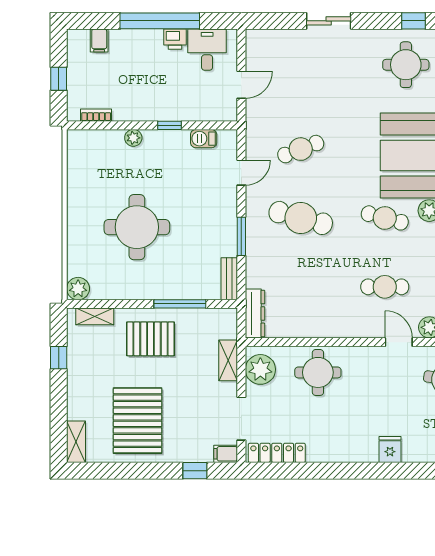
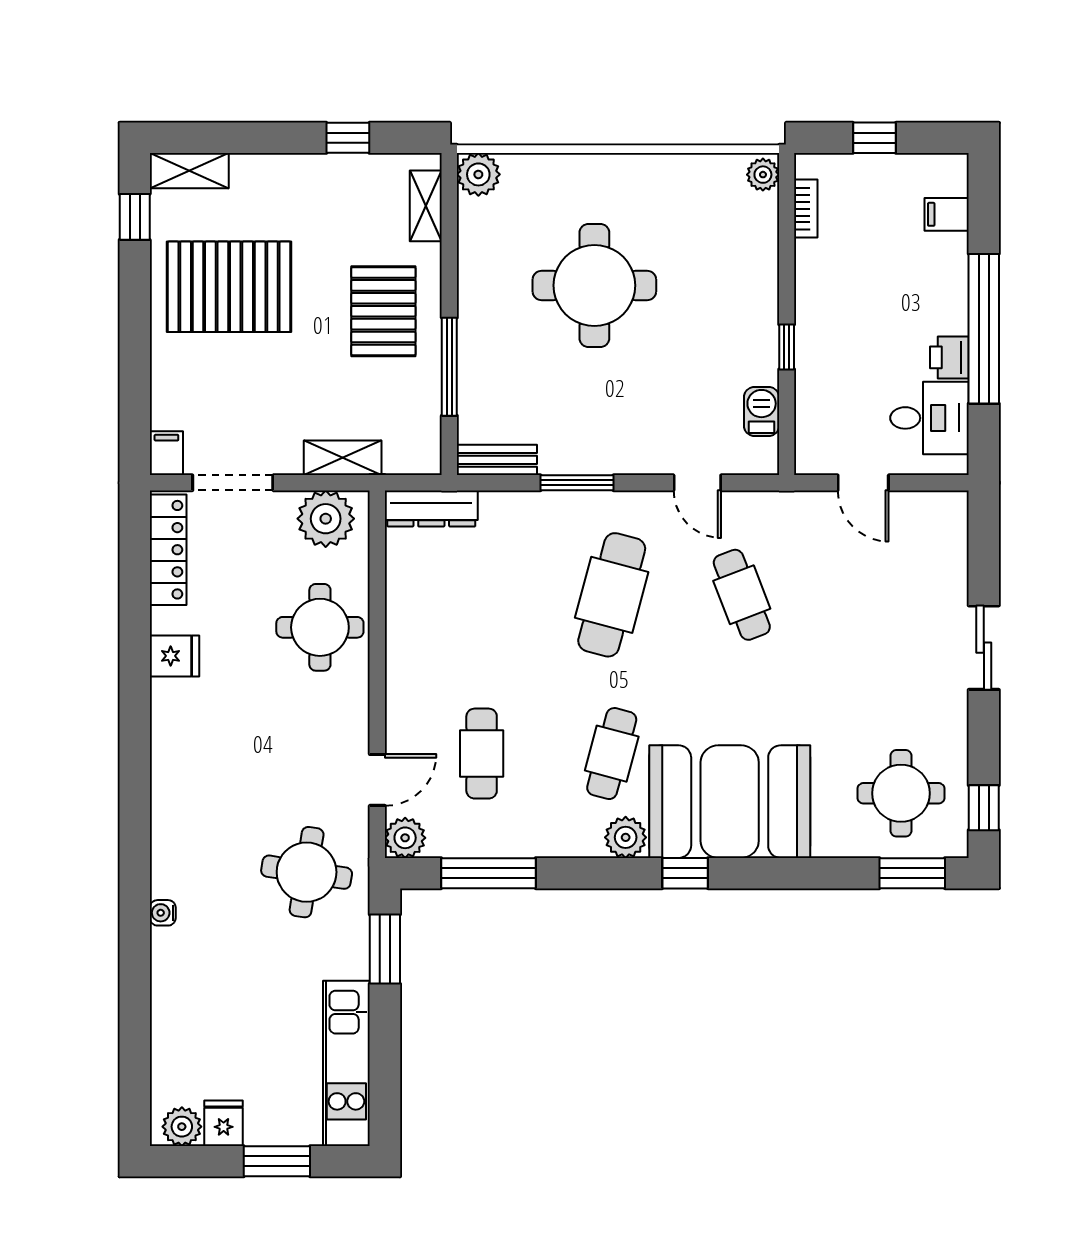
plant: (133, 138) -> (763, 175), moved
fridge: (390, 450) -> (174, 656), moved
window: (195, 471) -> (135, 217), moved

